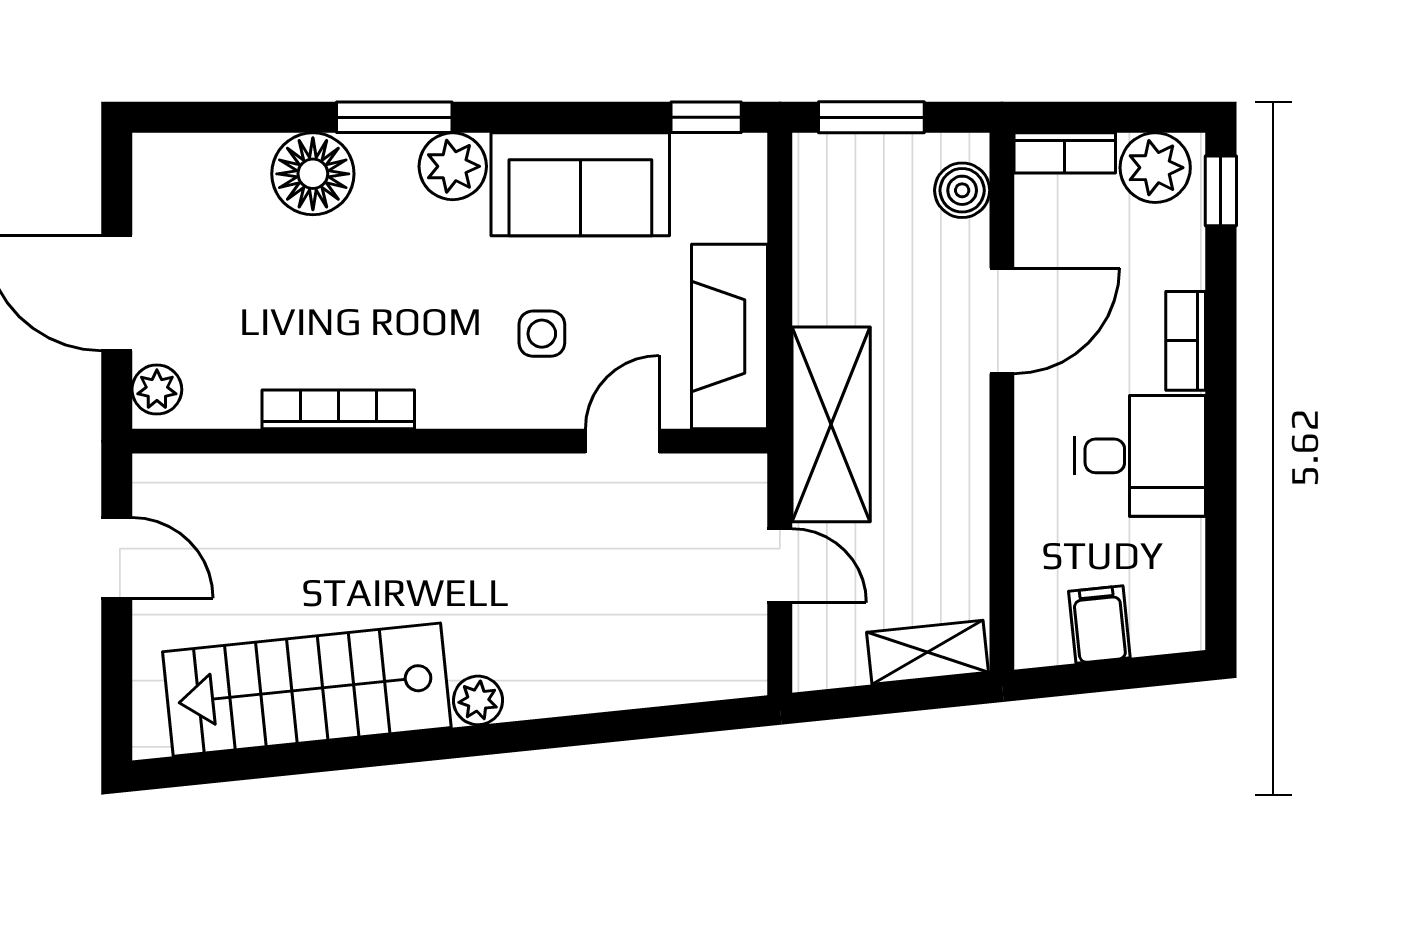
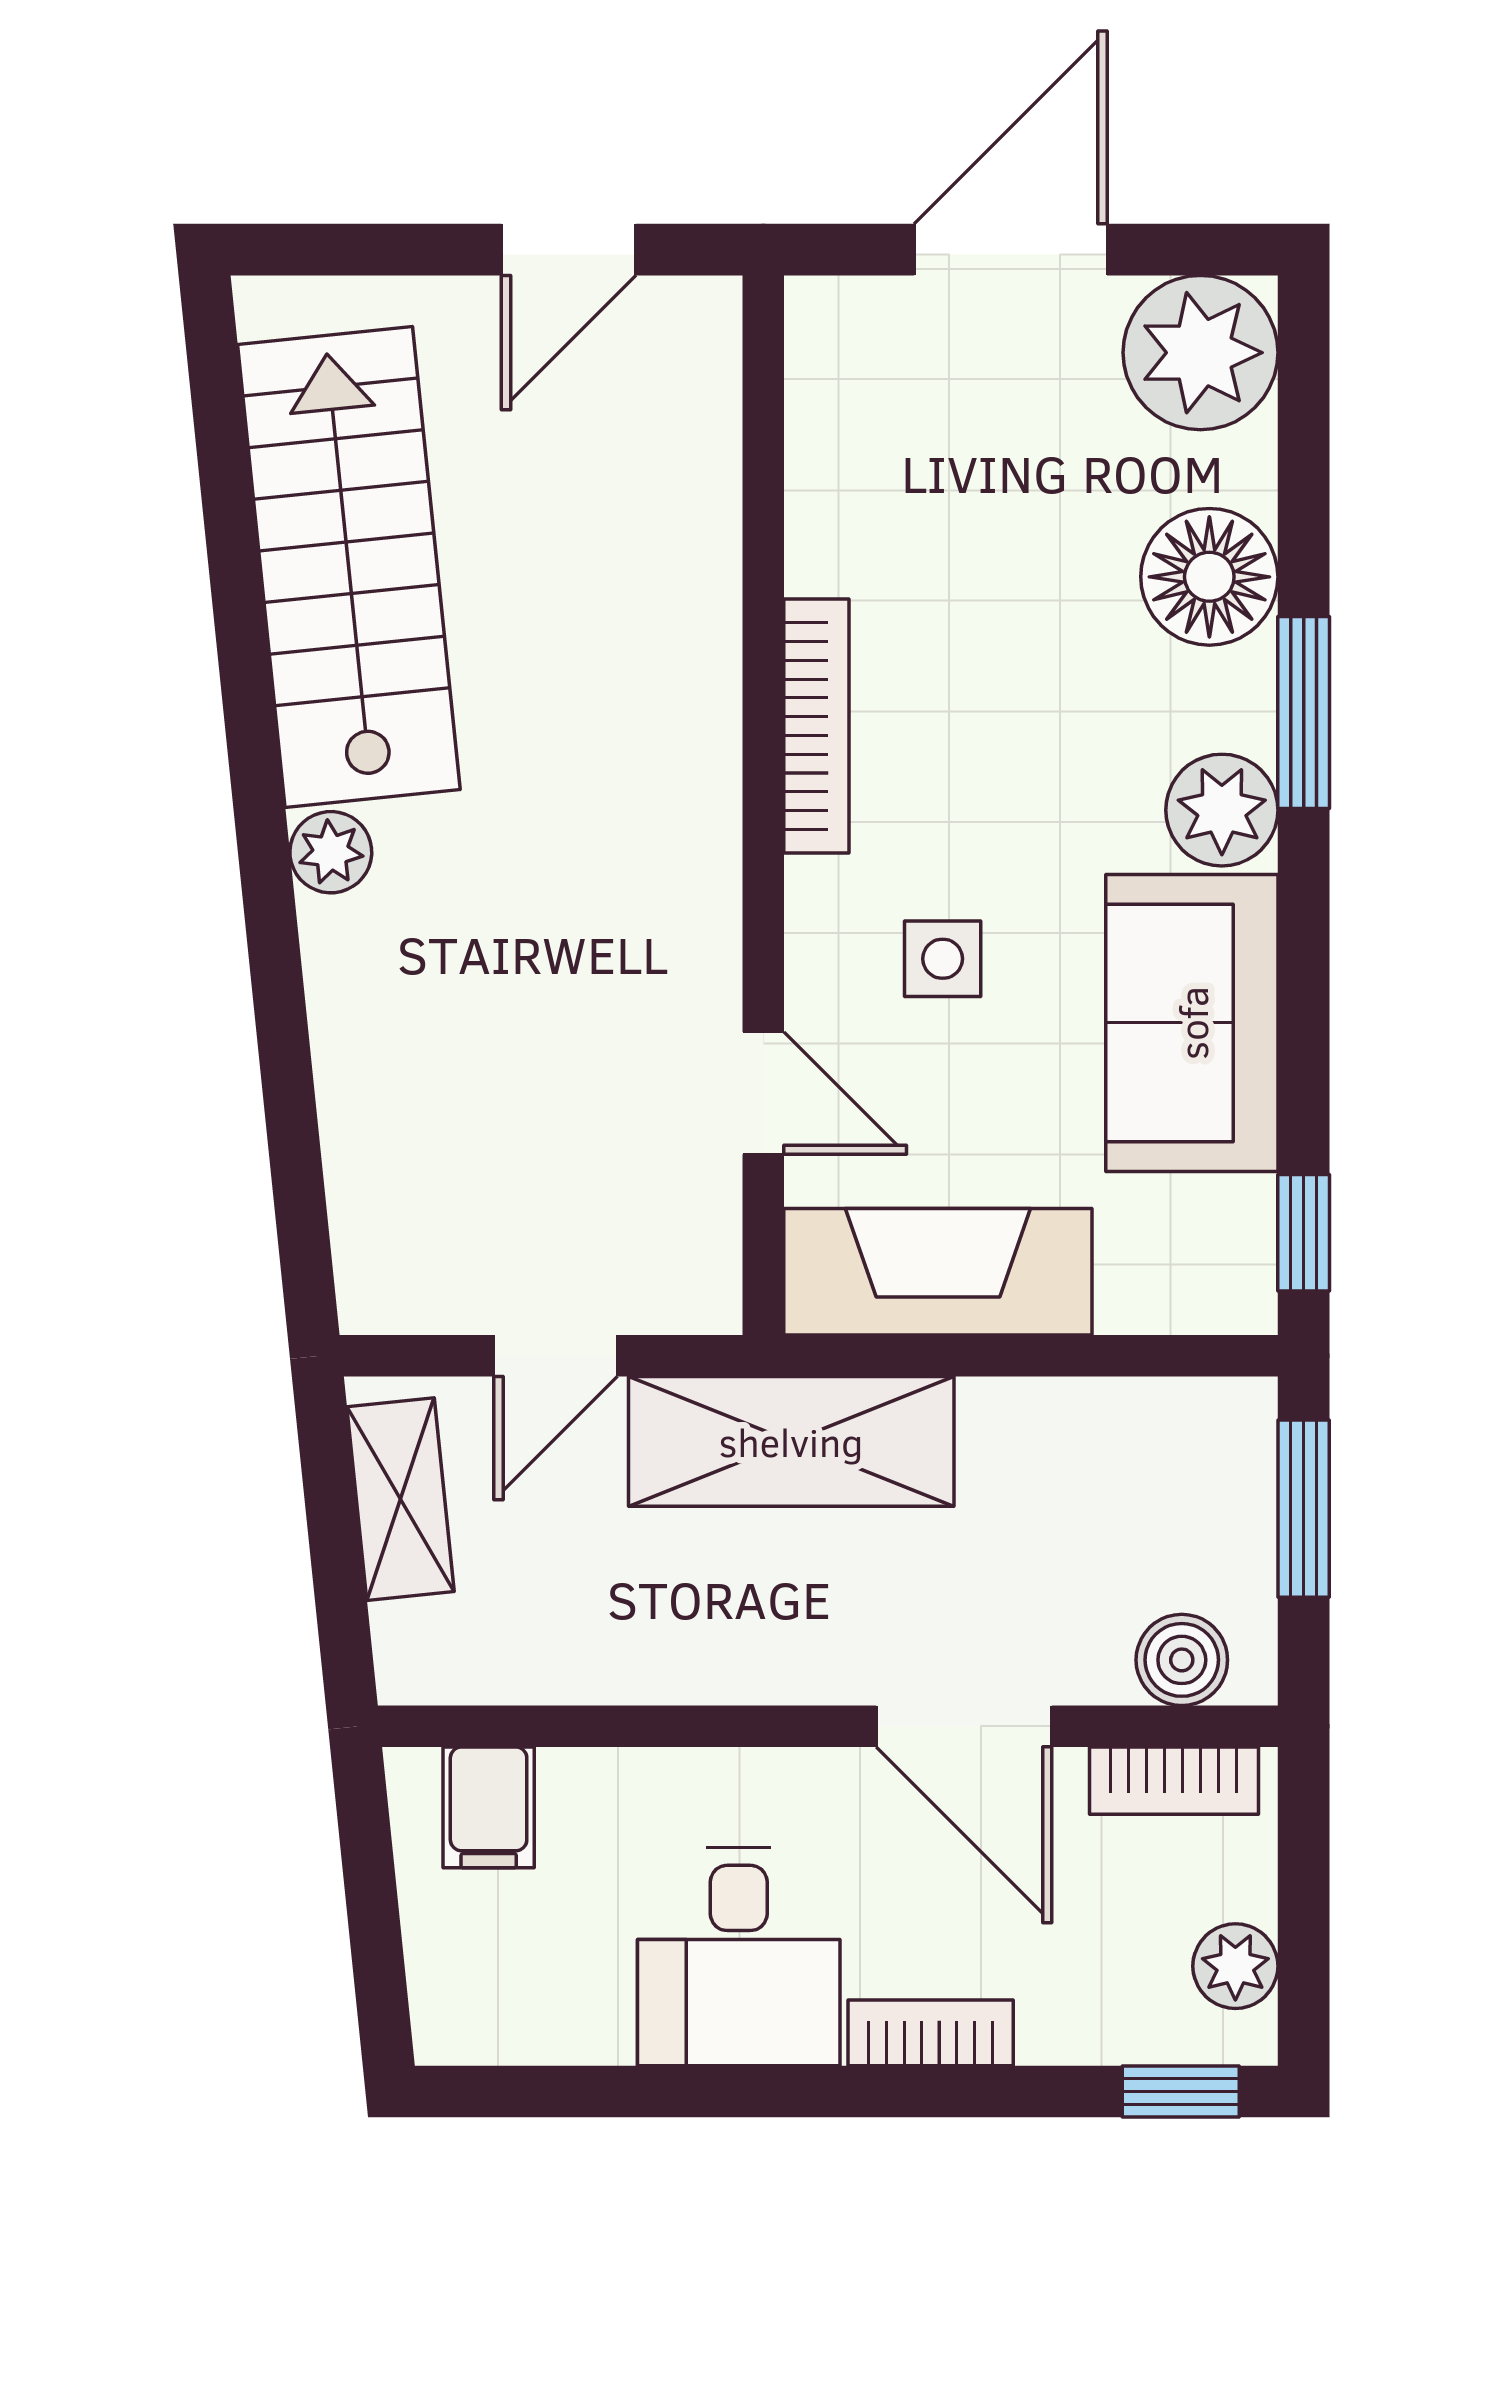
bookcase: (1065, 153) -> (1174, 1781), moved, turned -90
plant: (1155, 168) -> (1235, 1966), width x0.73, depth x0.73
plant: (157, 390) -> (1200, 353), moved, width x1.87, depth x1.87
bookcase: (338, 409) -> (816, 726), moved
filing cabinet: (1099, 625) -> (489, 1807), moved, turned 96
shelving: (928, 652) -> (400, 1499), moved

